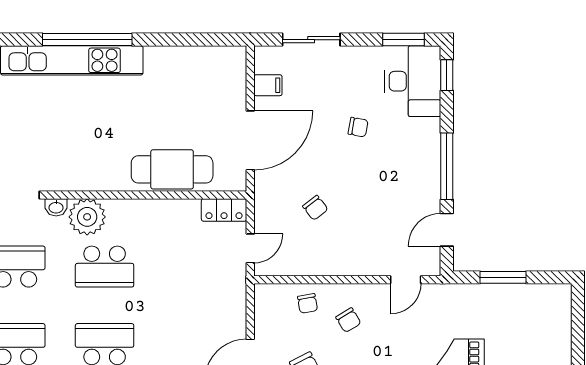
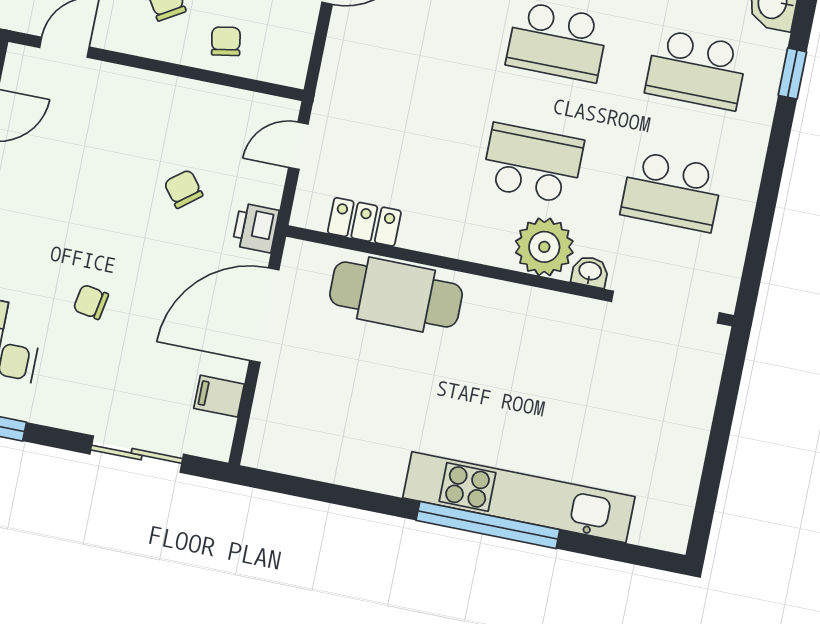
printer: (266, 193) -> (256, 228), added
locker: (224, 210) -> (364, 222), moved

